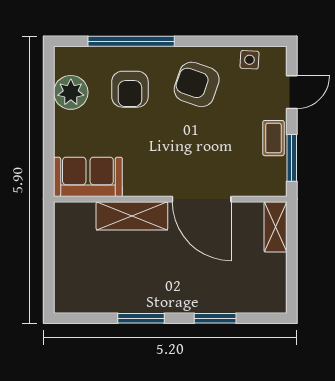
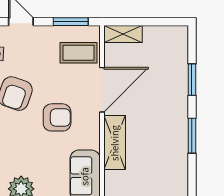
armchair: (130, 89) -> (57, 117), moved
coffee table: (273, 138) -> (79, 53), moved, width x1.36, depth x1.30

